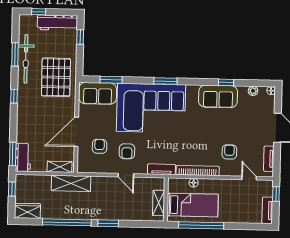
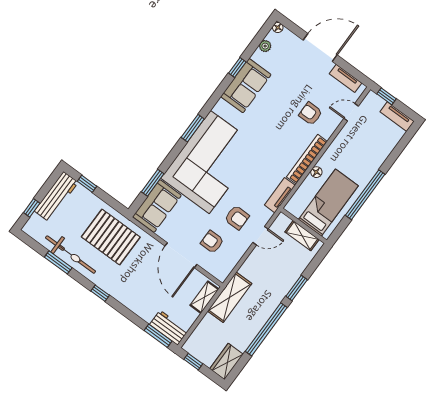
wall: (166, 200) -> (304, 226), moved
shelving: (159, 203) -> (302, 236), moved
bed: (193, 205) -> (328, 203), moved

